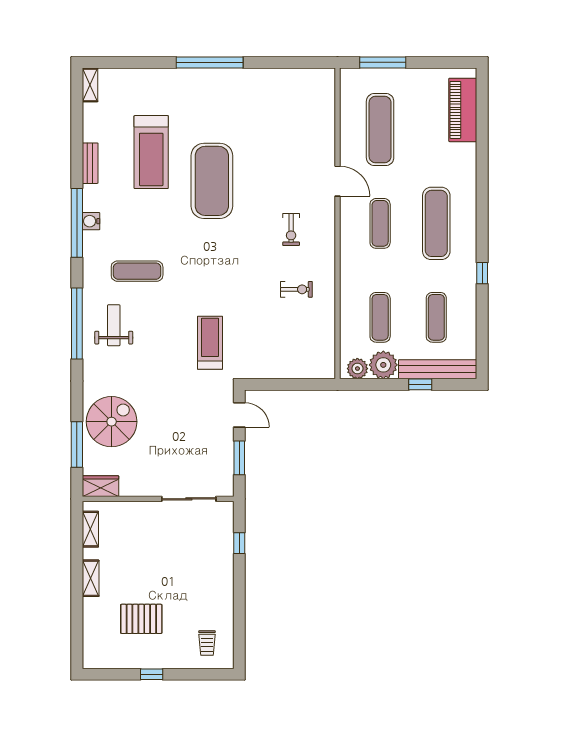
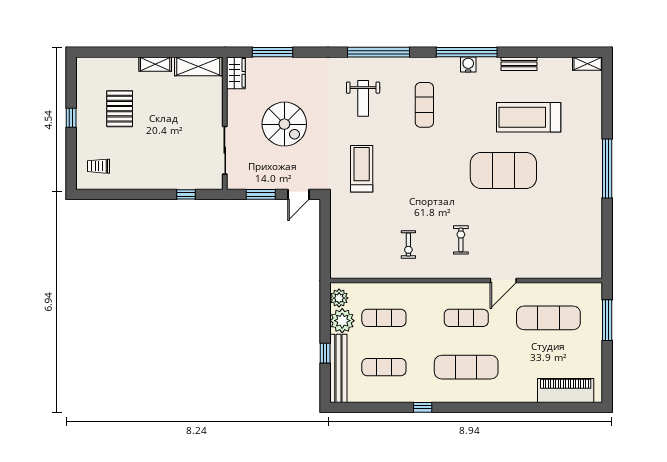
exercise bike: (291, 230) -> (461, 240), turned 90
weight bench: (114, 325) -> (363, 98), moved, turned 90
treadmill: (210, 343) -> (362, 169), turned -90
spiral stairs: (112, 422) -> (284, 124), moved
shelving: (90, 529) -> (198, 66), width x1.50, depth x1.33

